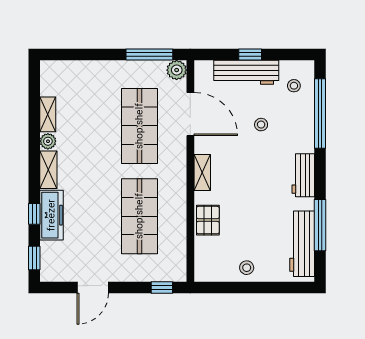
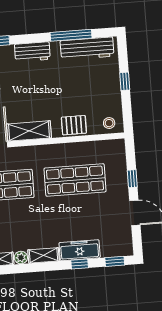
shelving: (202, 173) -> (29, 131), width x1.50, depth x1.33
stool: (247, 268) -> (109, 123), moved
window: (162, 288) -> (132, 179), moved
window: (258, 288) -> (125, 81), added

